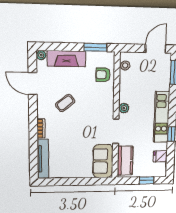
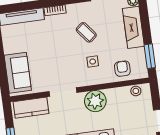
side table: (93, 101) -> (93, 62), added
plant: (124, 108) -> (95, 101), width x1.87, depth x1.87
sofa: (103, 161) -> (18, 73), moved, turned 90

